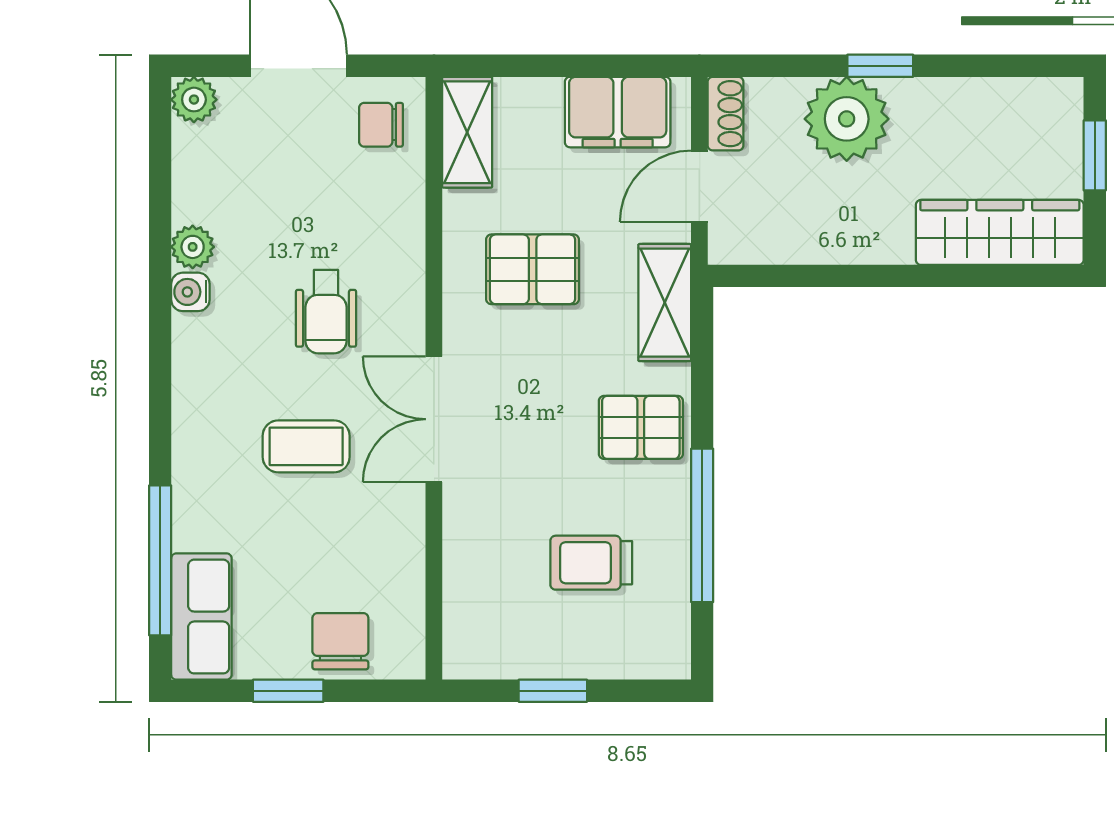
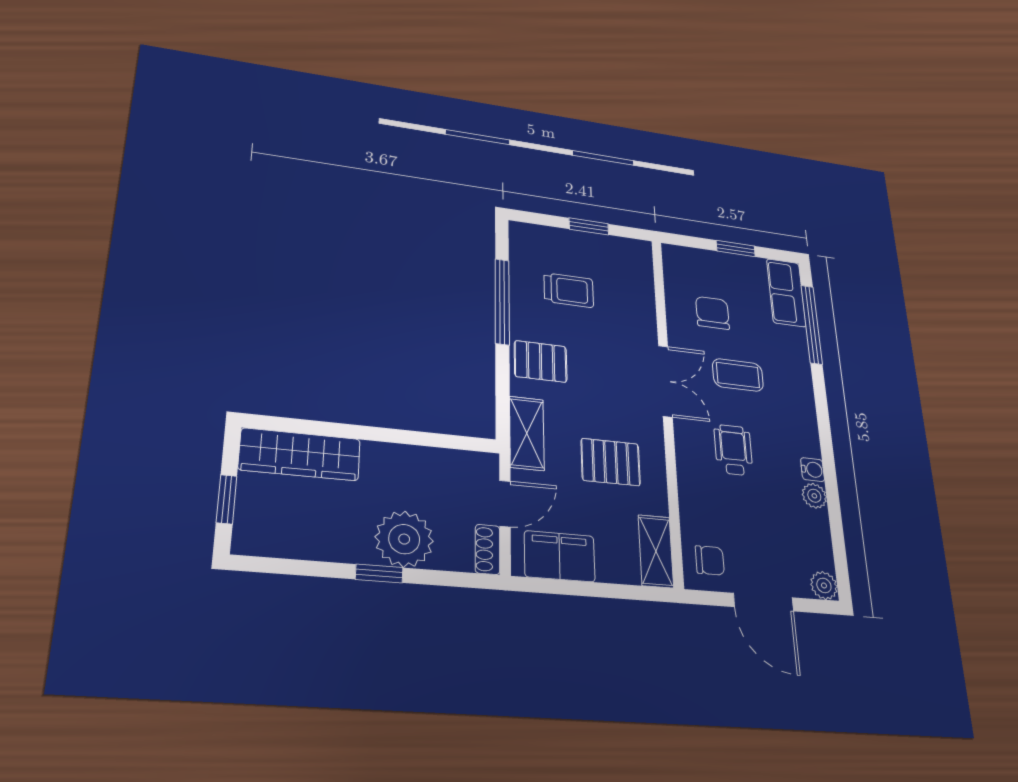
chair: (340, 641) -> (712, 313), moved, turned 180

